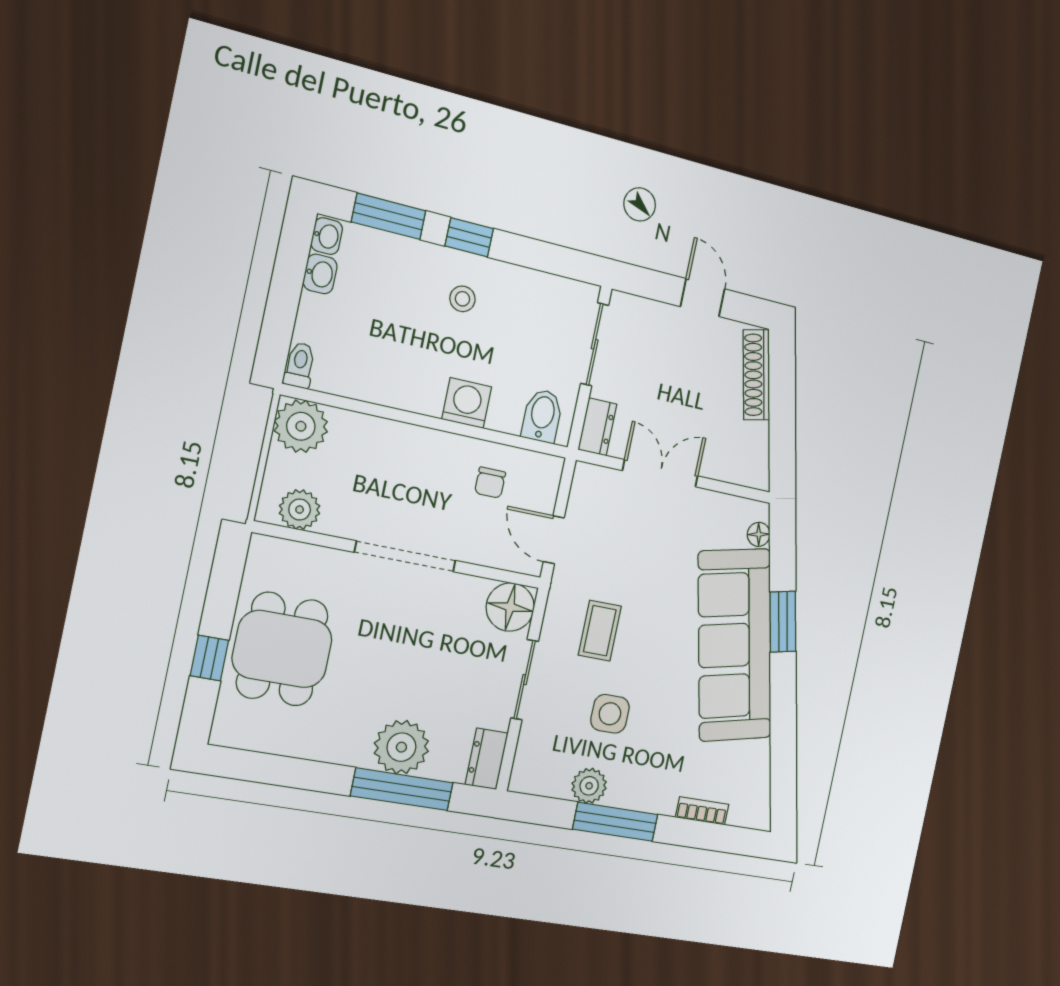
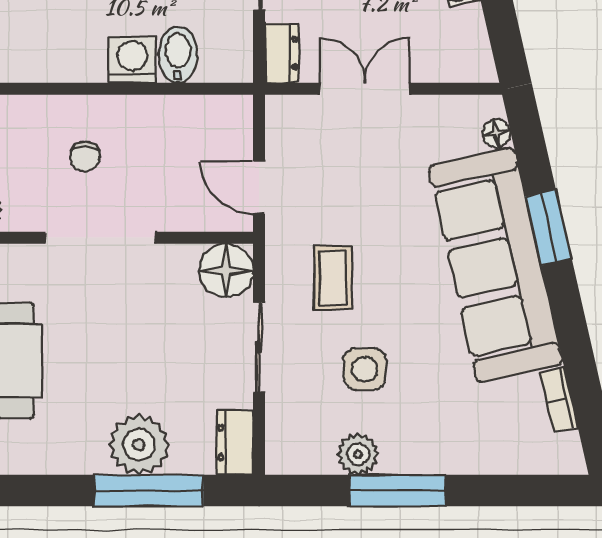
bidet: (542, 416) -> (178, 55), moved
chair: (490, 483) -> (85, 157), moved
bookcase: (702, 811) -> (559, 400), moved, turned -103

